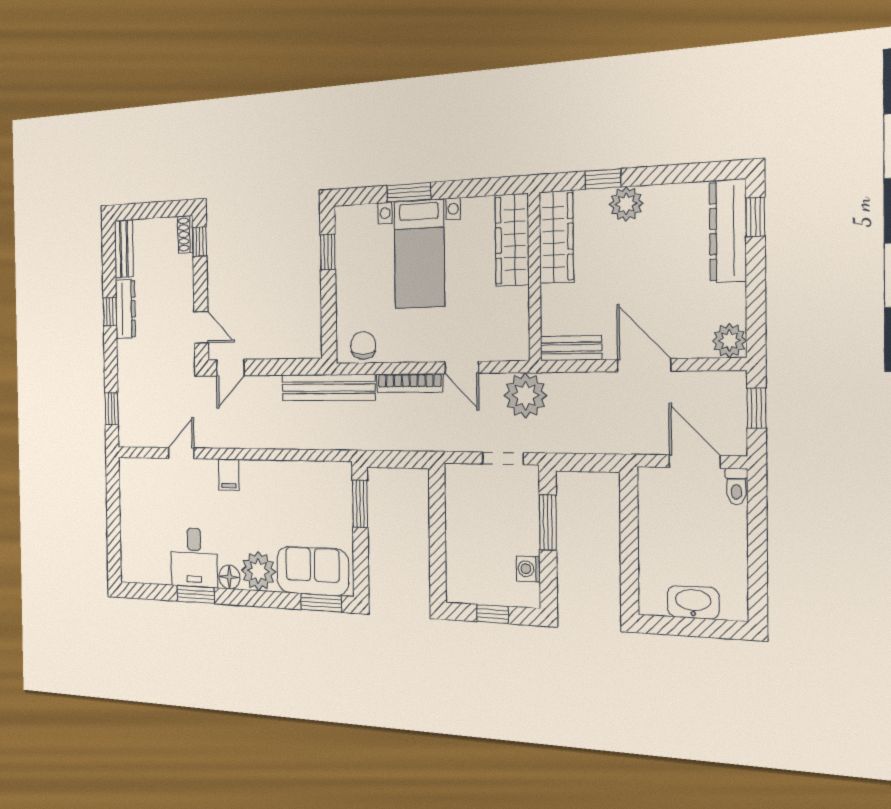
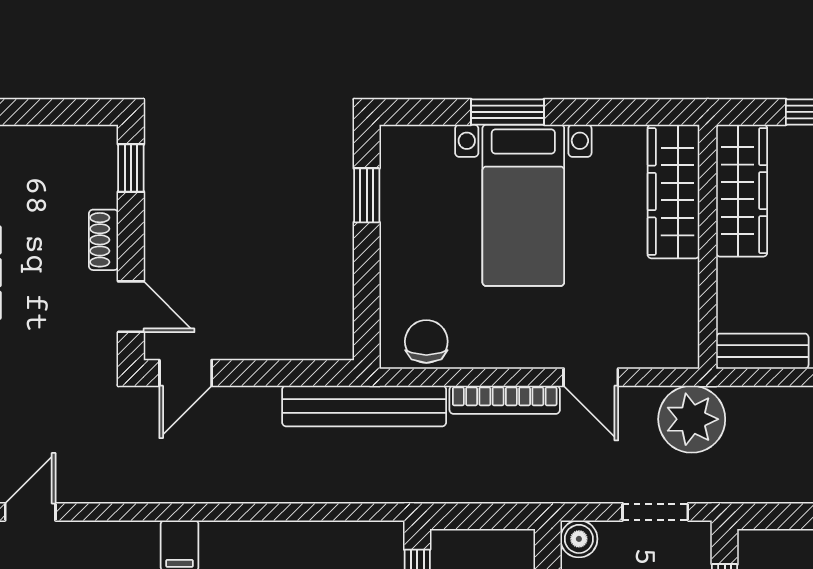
shoe rack: (185, 234) -> (104, 240), moved
door: (181, 453) -> (30, 512), moved
boiler: (456, 476) -> (579, 539), added

